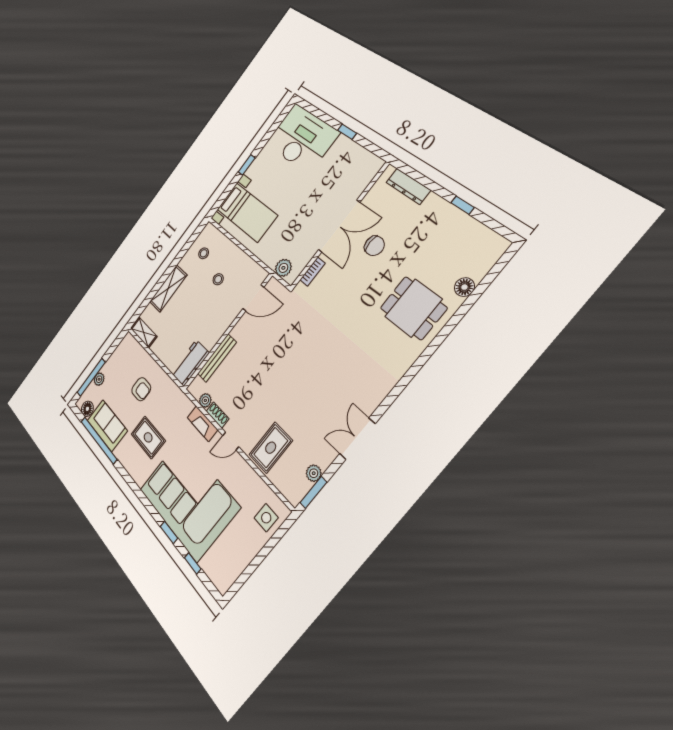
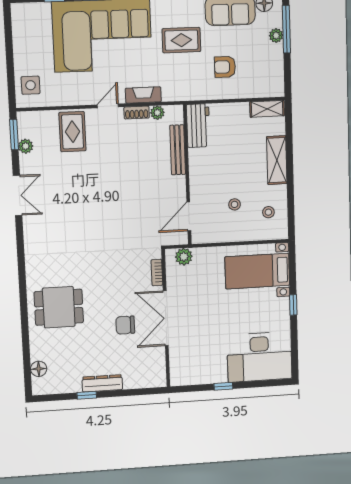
dresser: (408, 186) -> (102, 383), moved
floor lamp: (464, 287) -> (39, 369), moved

